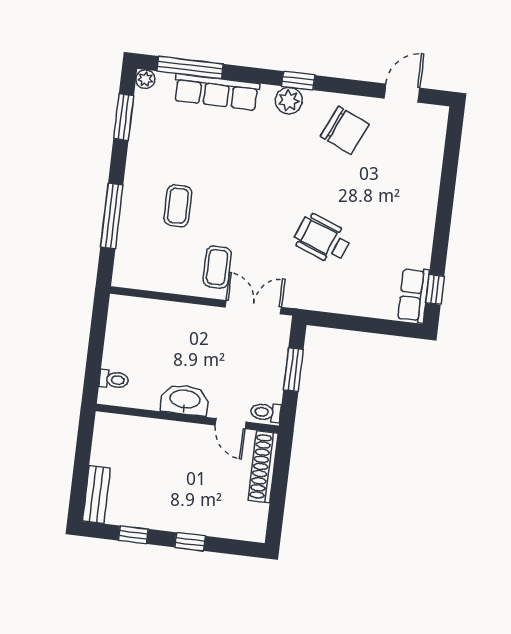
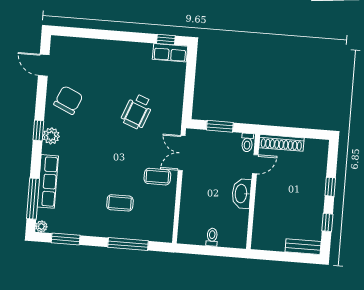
toilet: (114, 380) -> (212, 237), moved

